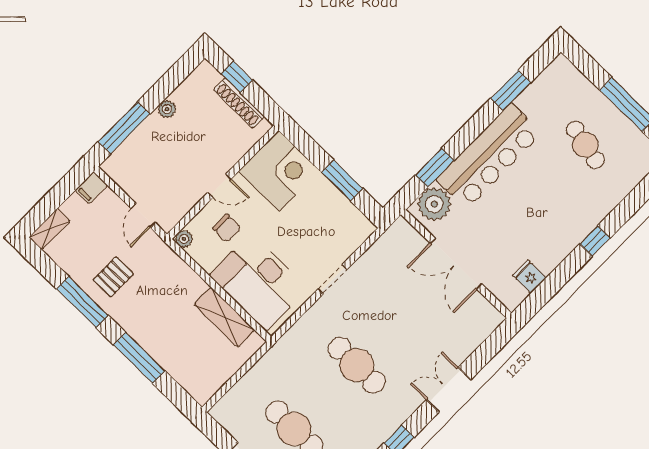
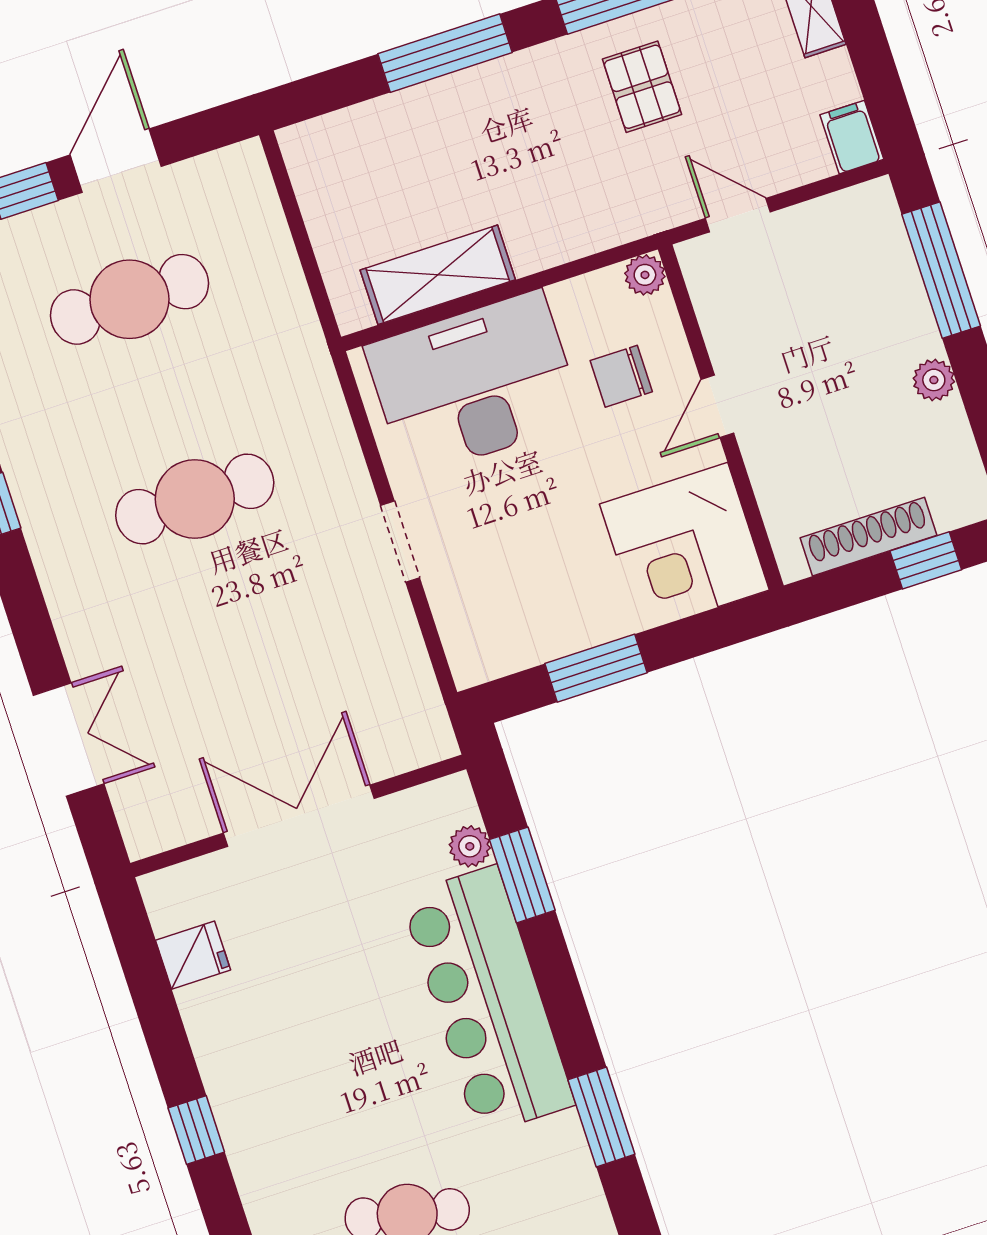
plant: (434, 204) -> (470, 846), width x0.53, depth x0.53
double door: (449, 390) -> (69, 740), moved

